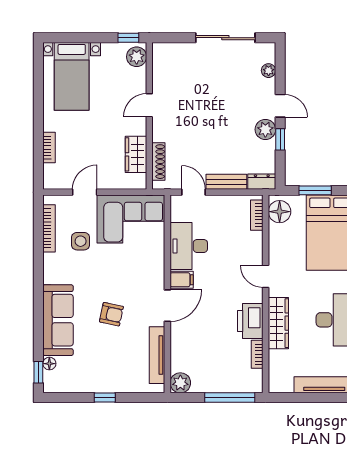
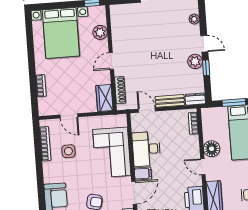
plant: (137, 57) -> (100, 32), moved
bed with nightstands: (72, 76) -> (61, 33), width x1.36
door: (149, 105) -> (111, 61), moved
wardrobe: (136, 154) -> (104, 98), moved
door: (85, 192) -> (69, 116), swing flipped
floor lamp: (280, 212) -> (212, 149), moved
corner sofa: (131, 219) -> (112, 152), moved, turned 90

